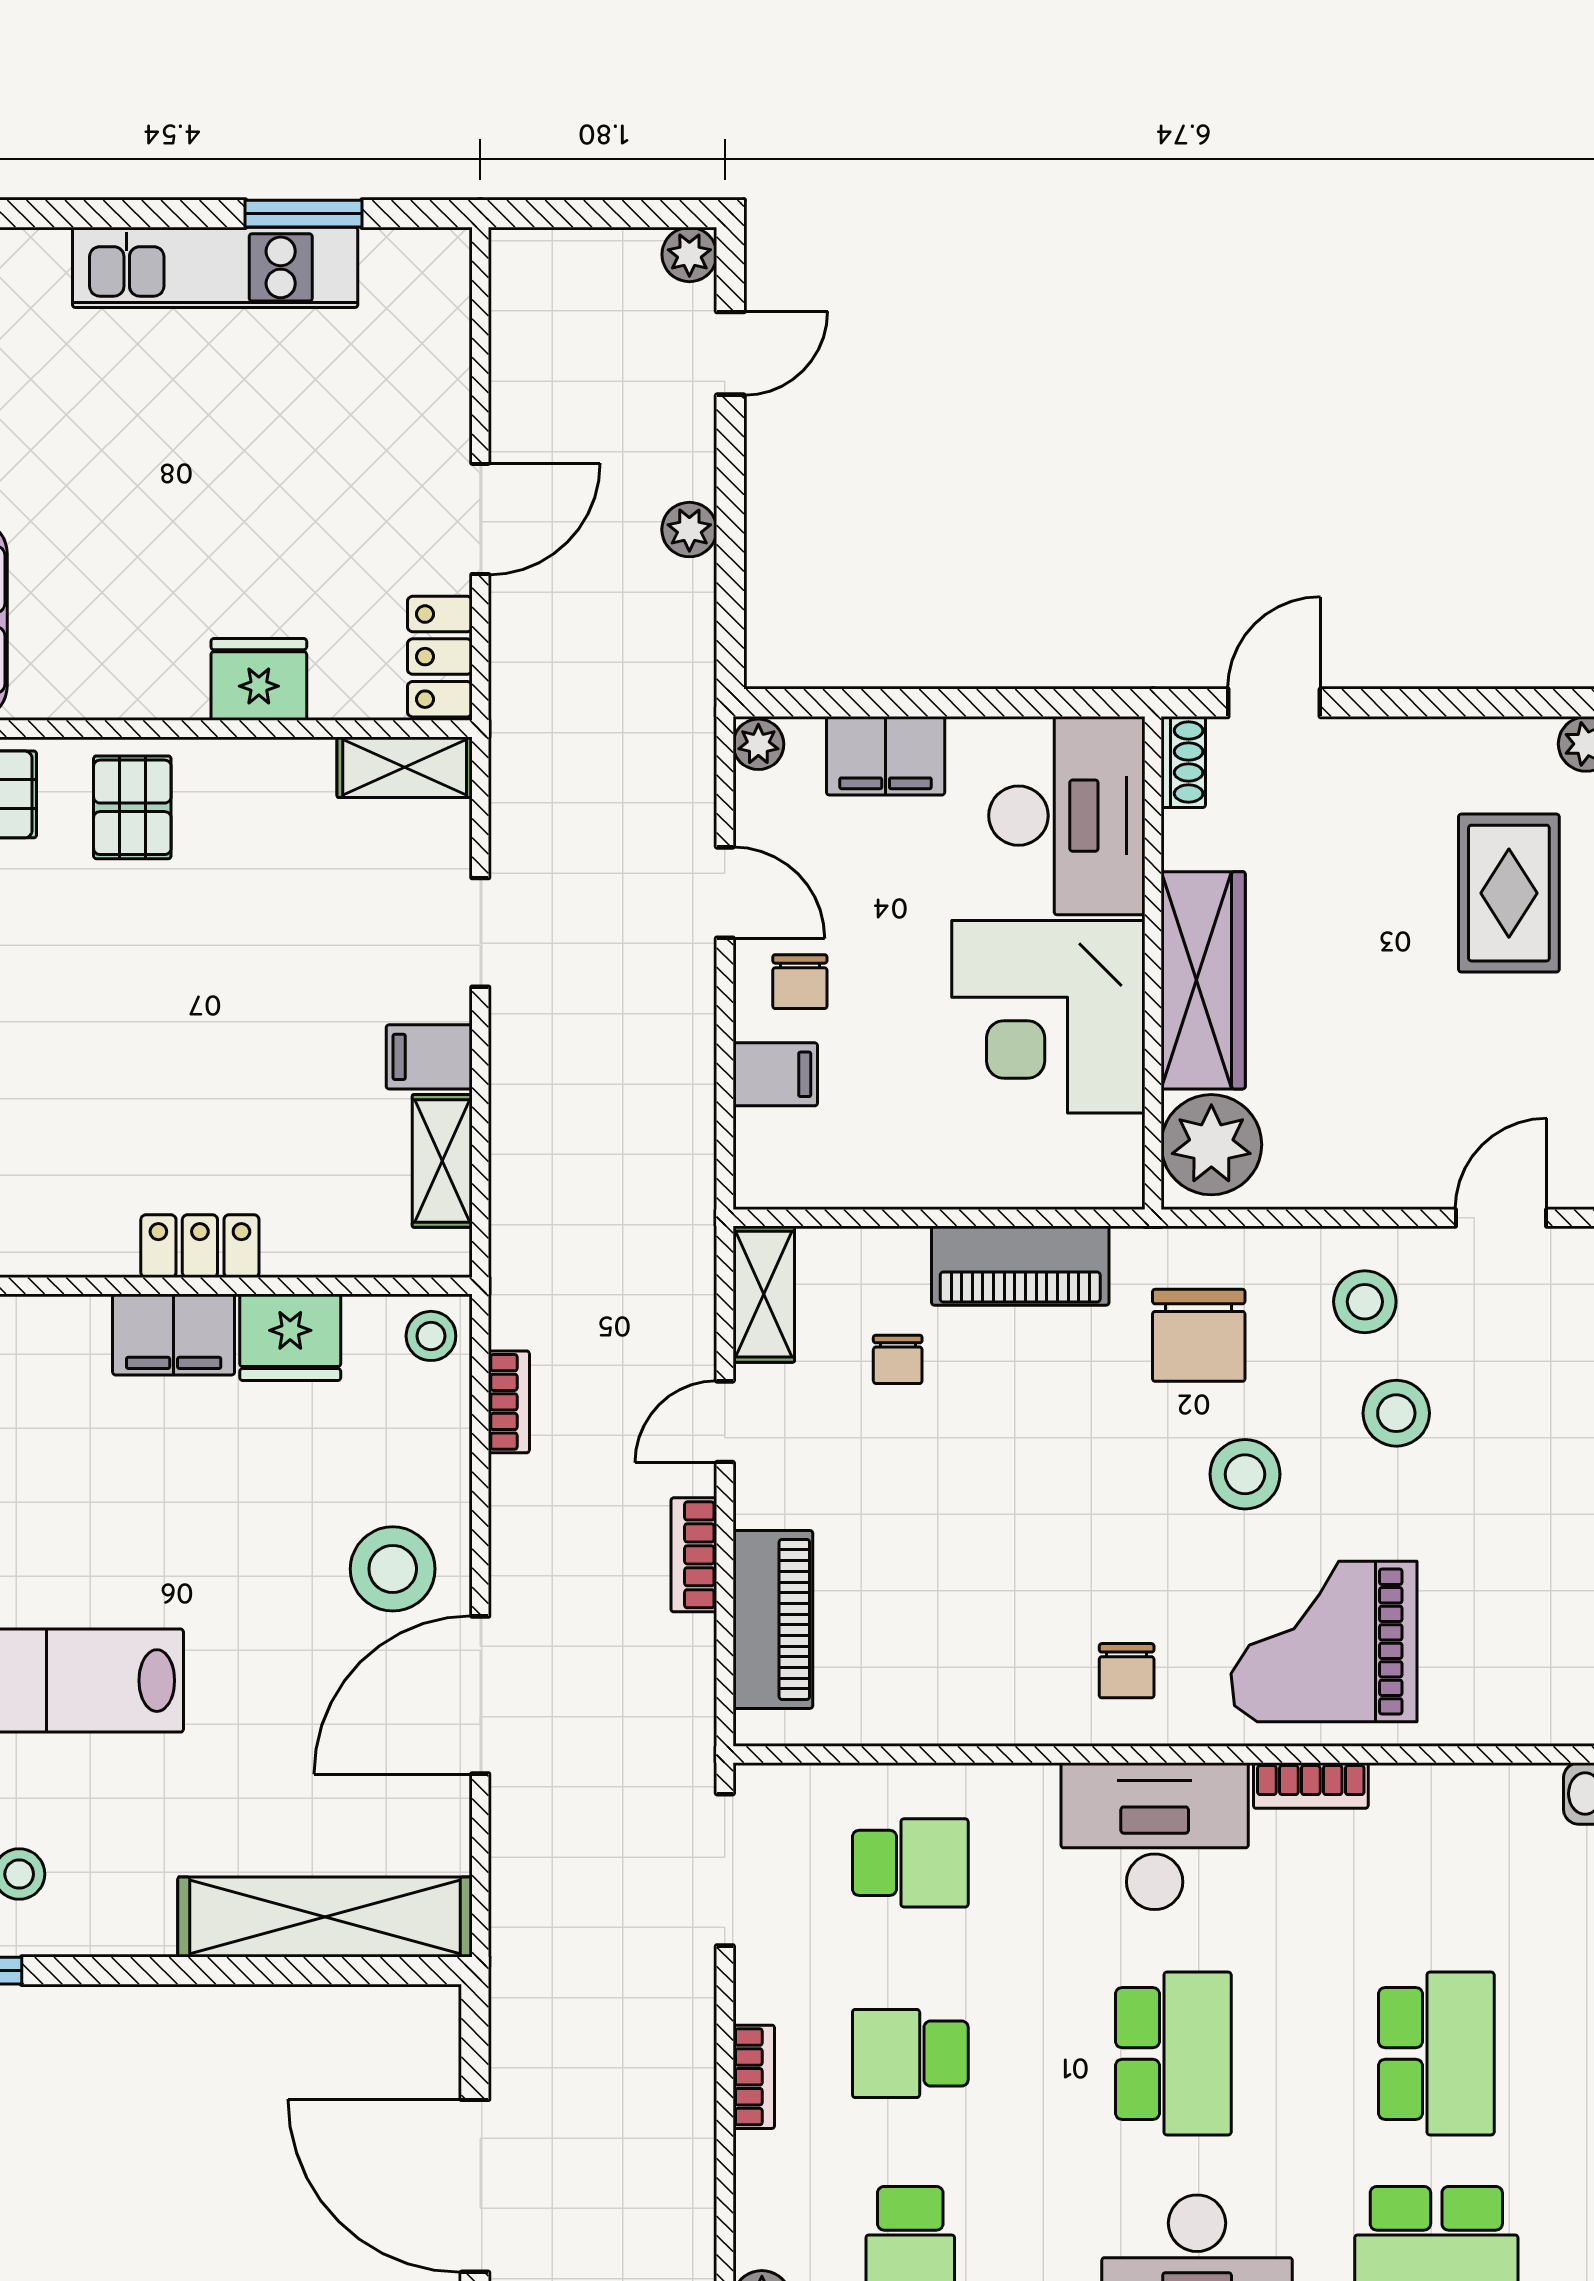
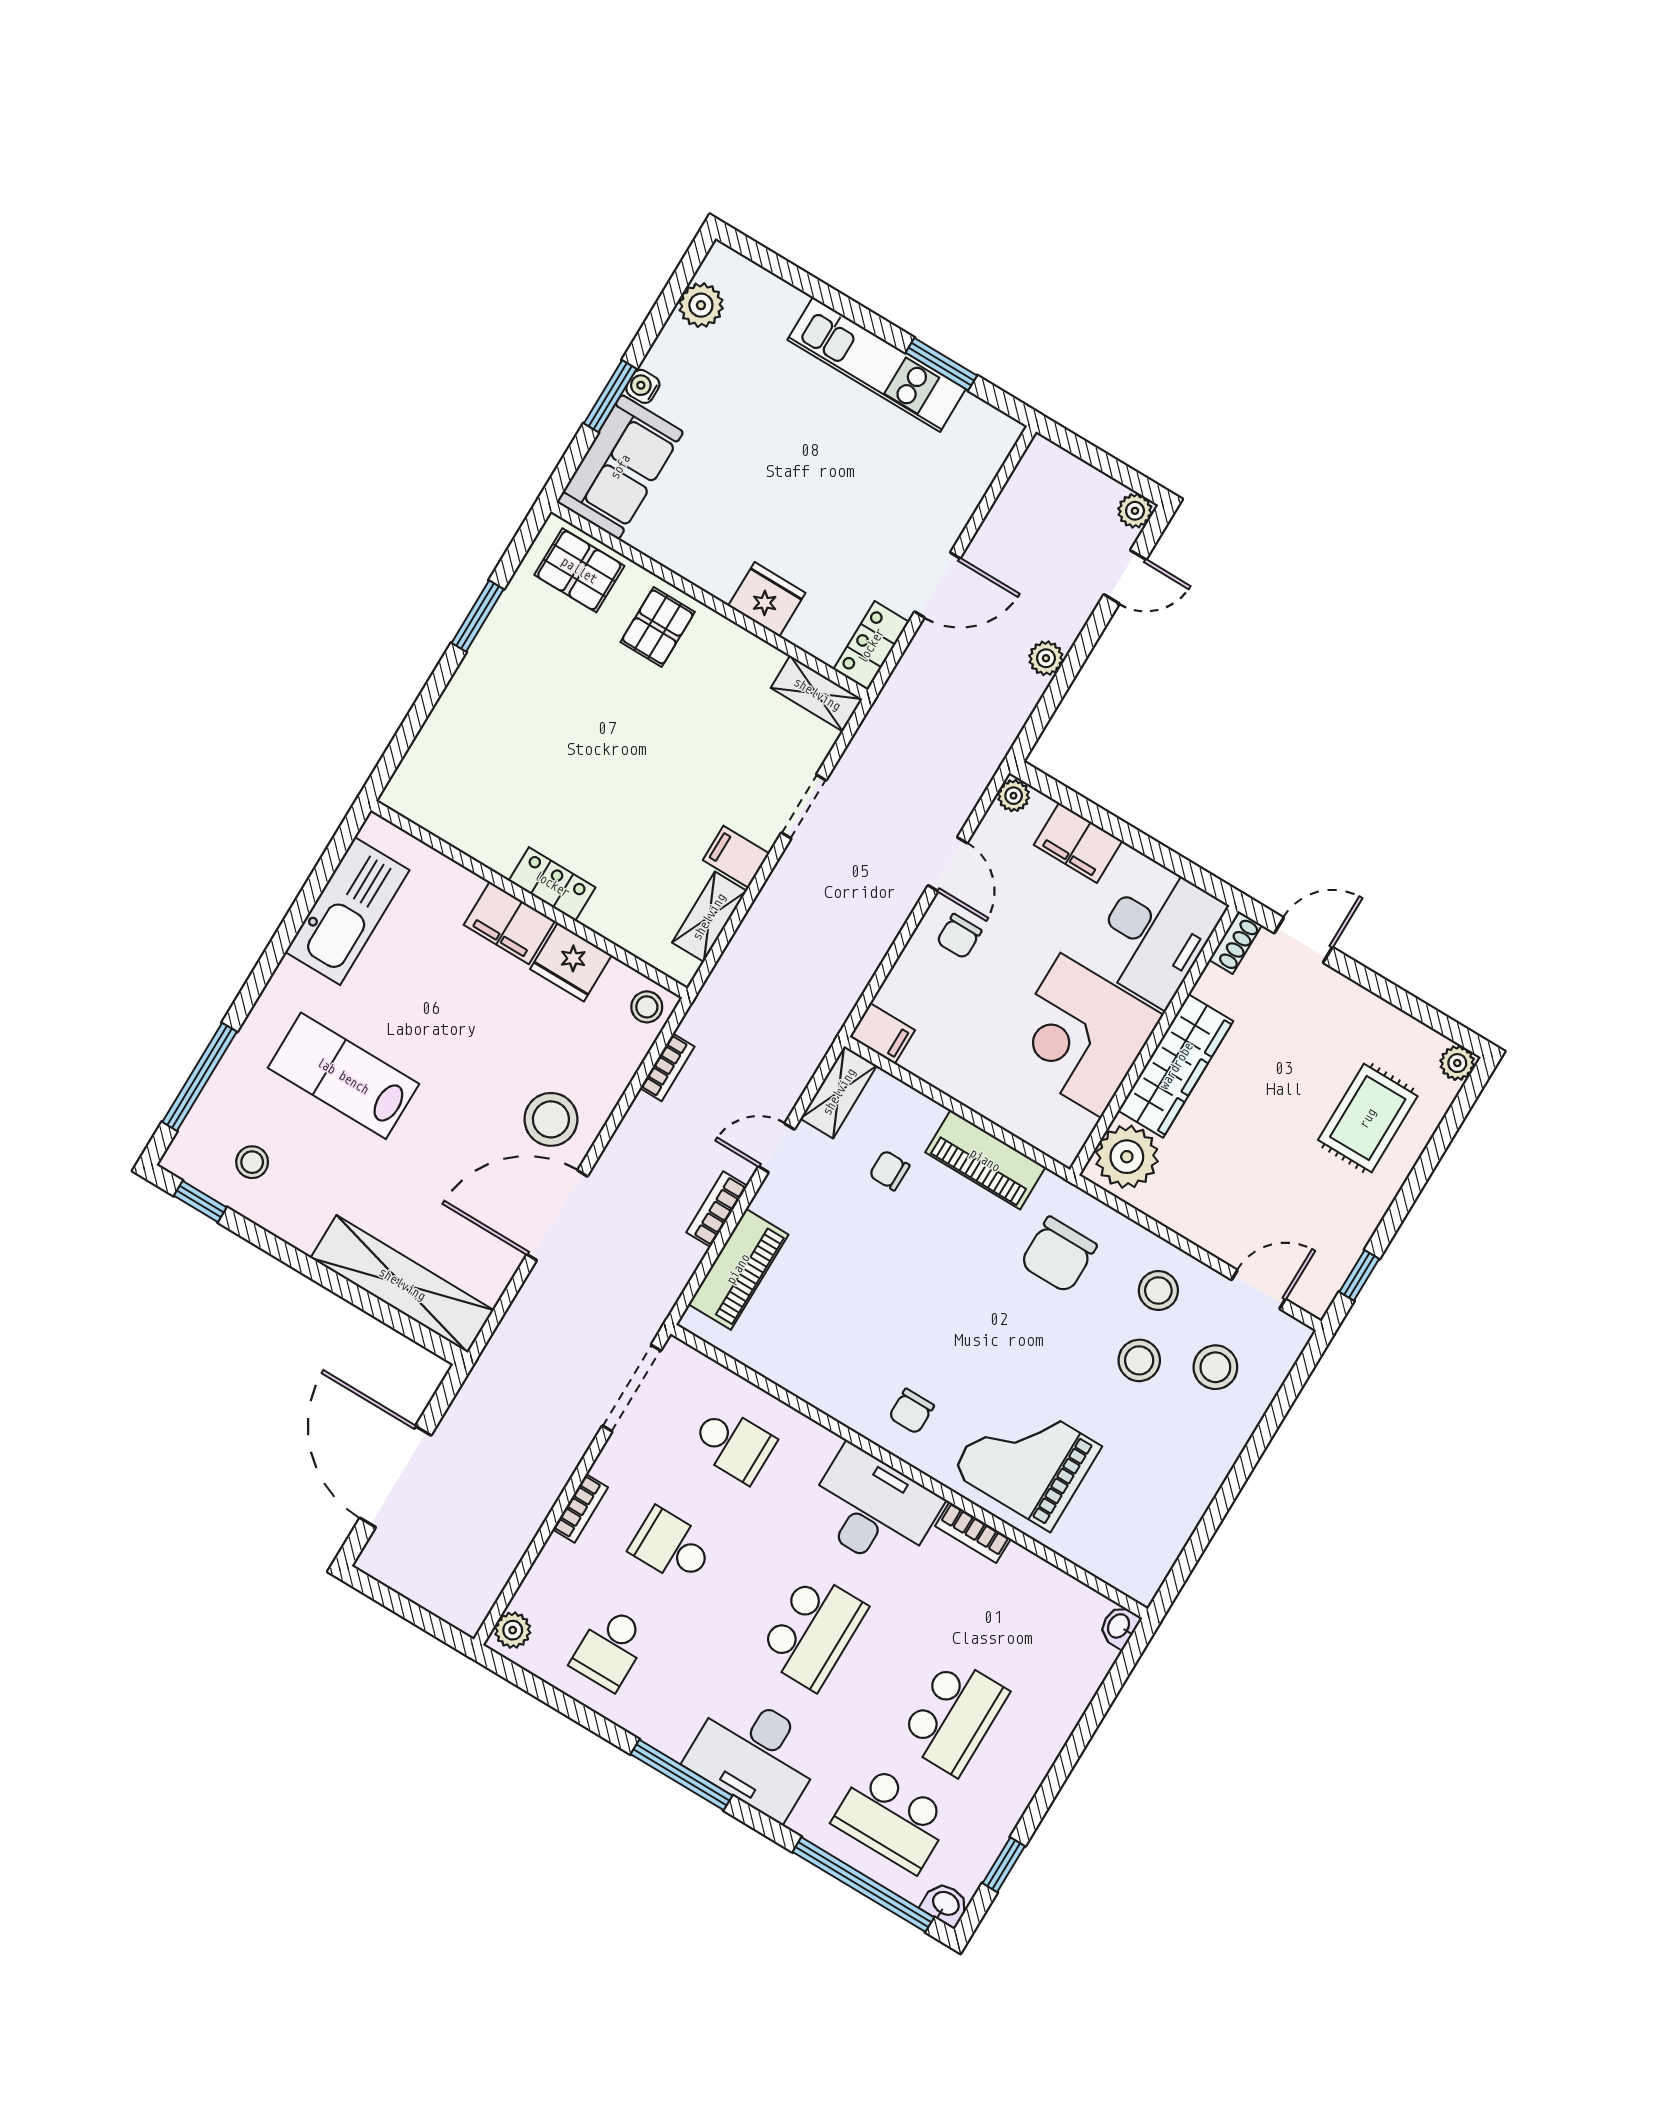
filing cabinet: (775, 1074) -> (882, 1034), moved
chair: (898, 1359) -> (889, 1170), turned 90
stool: (1245, 1474) -> (1215, 1367), moved

